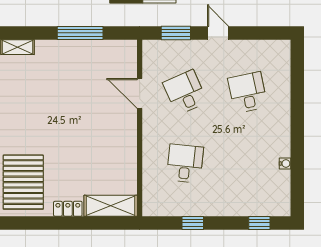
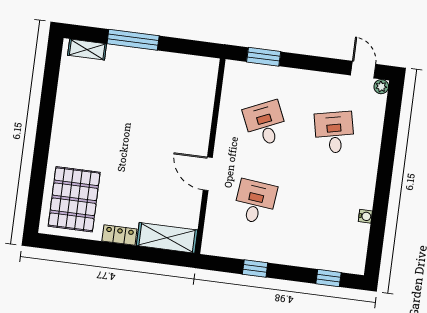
window: (80, 33) -> (133, 40), moved
door: (218, 33) -> (363, 70), moved
plant: (284, 46) -> (381, 87), added
door: (140, 93) -> (208, 174), moved

